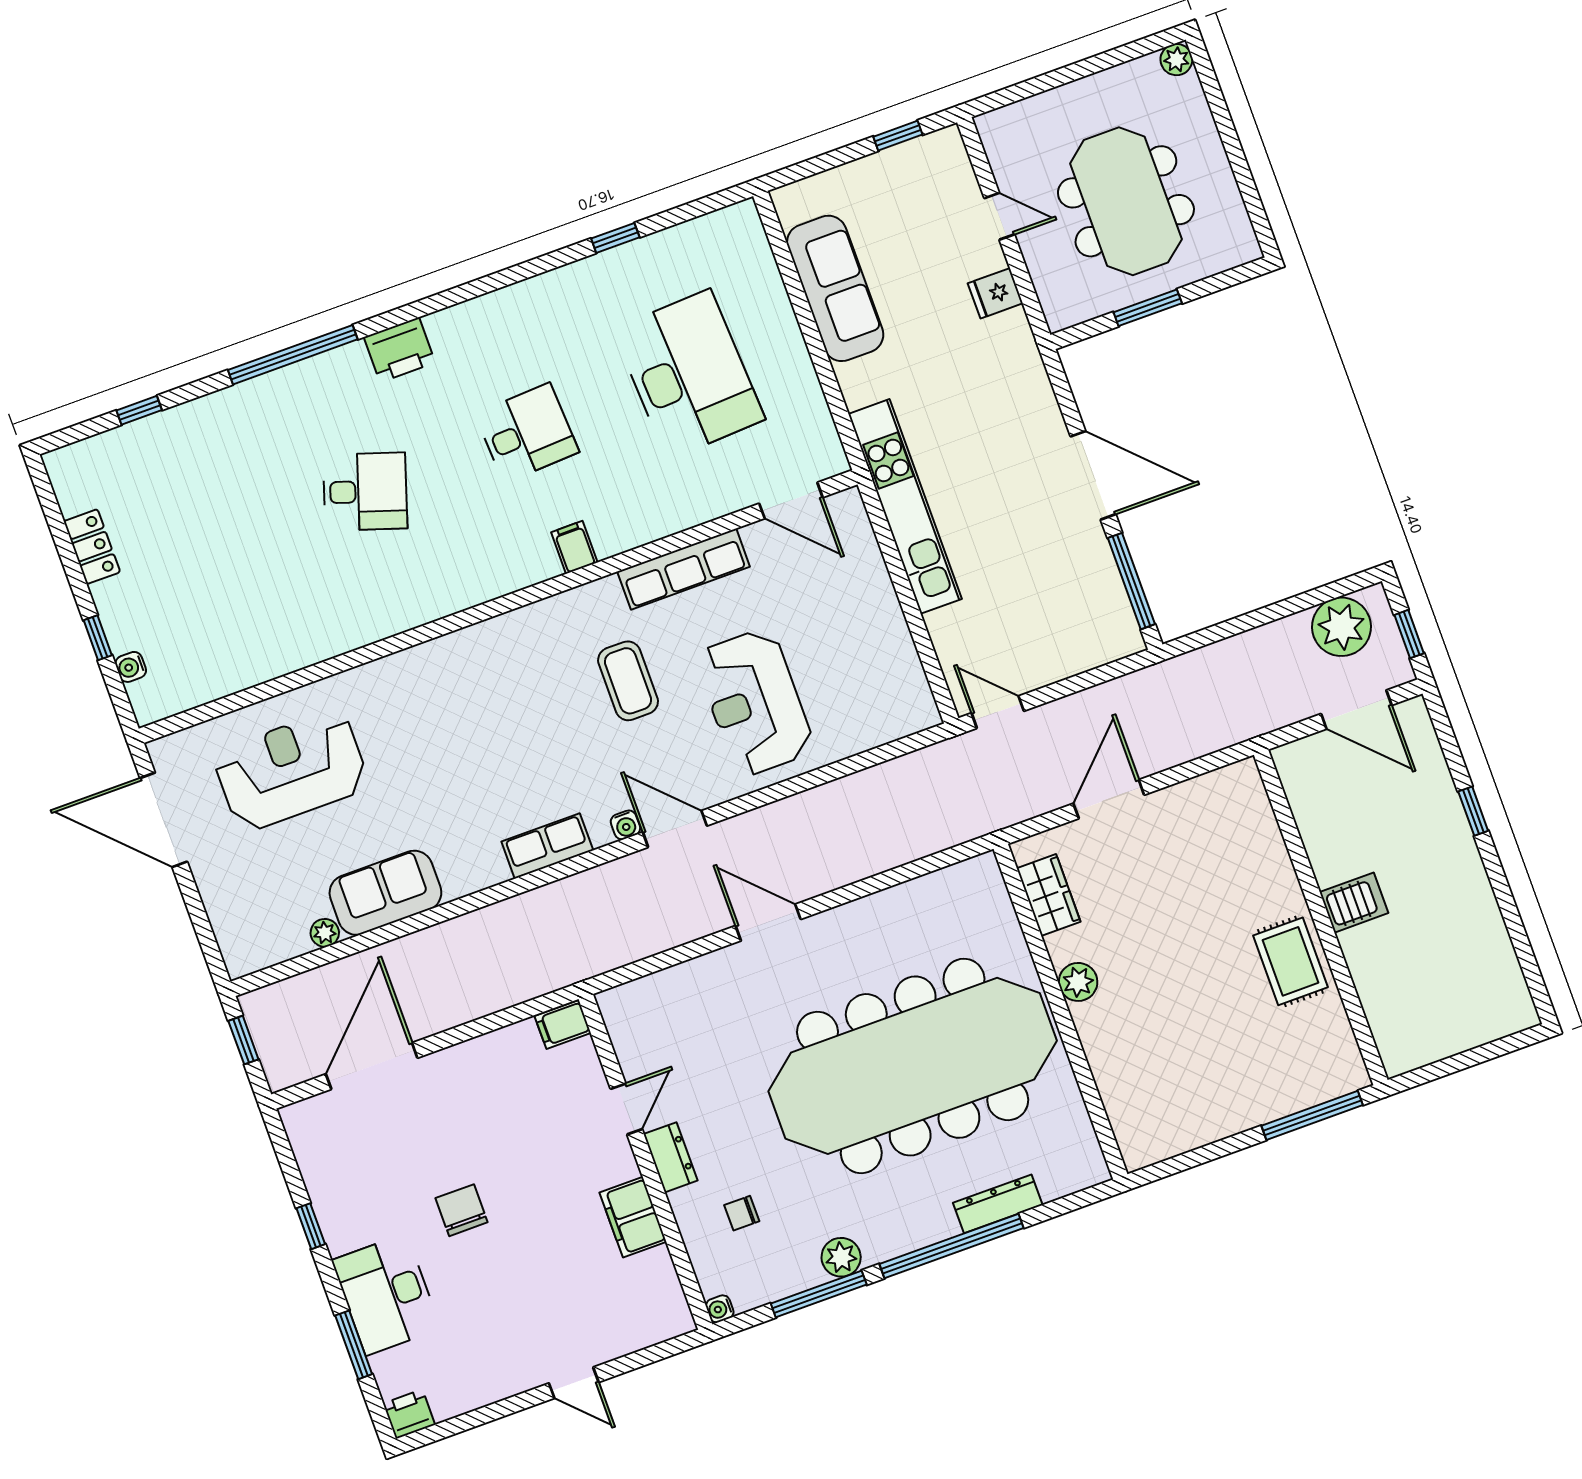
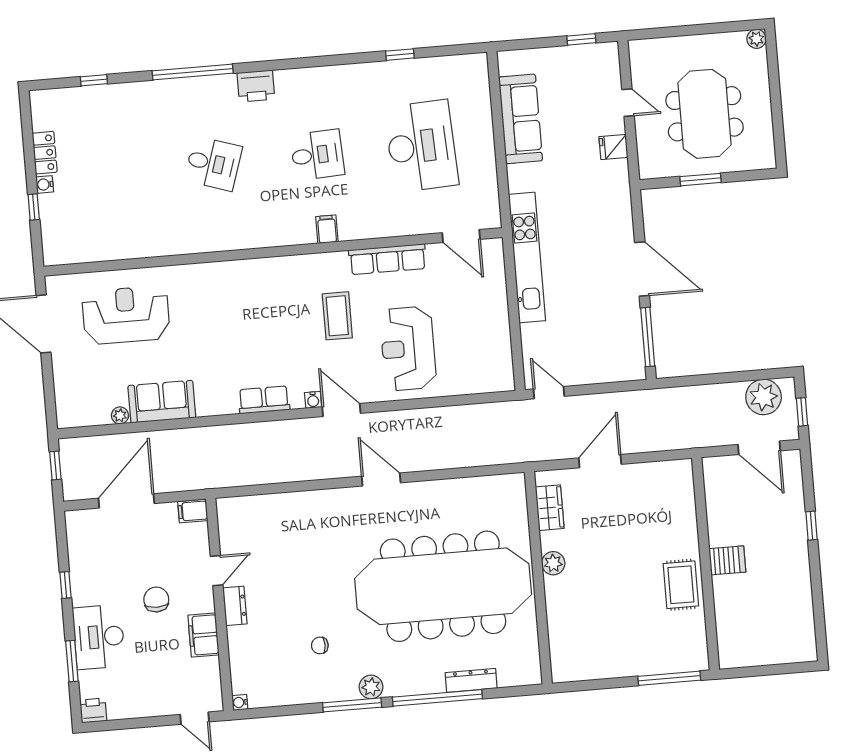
water cooler: (131, 667) -> (45, 184), moved
filing cabinet: (563, 1024) -> (193, 511), moved
door: (626, 1109) -> (217, 571), moved
dresser: (670, 1157) -> (235, 606), moved
wall: (645, 1162) -> (220, 605), moved
filing cabinet: (633, 1217) -> (204, 635), moved
water cooler: (720, 1309) -> (240, 702), moved

